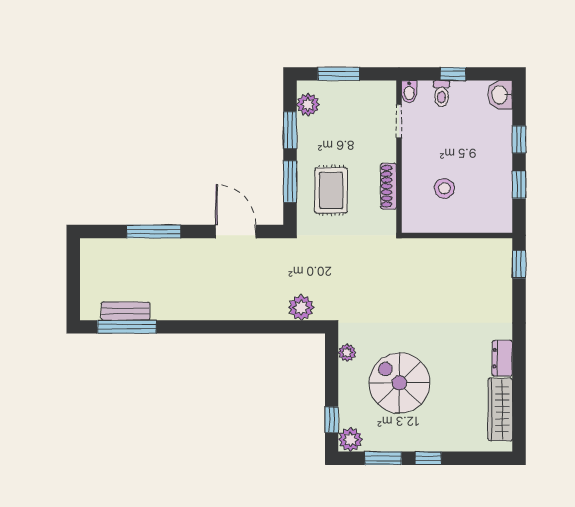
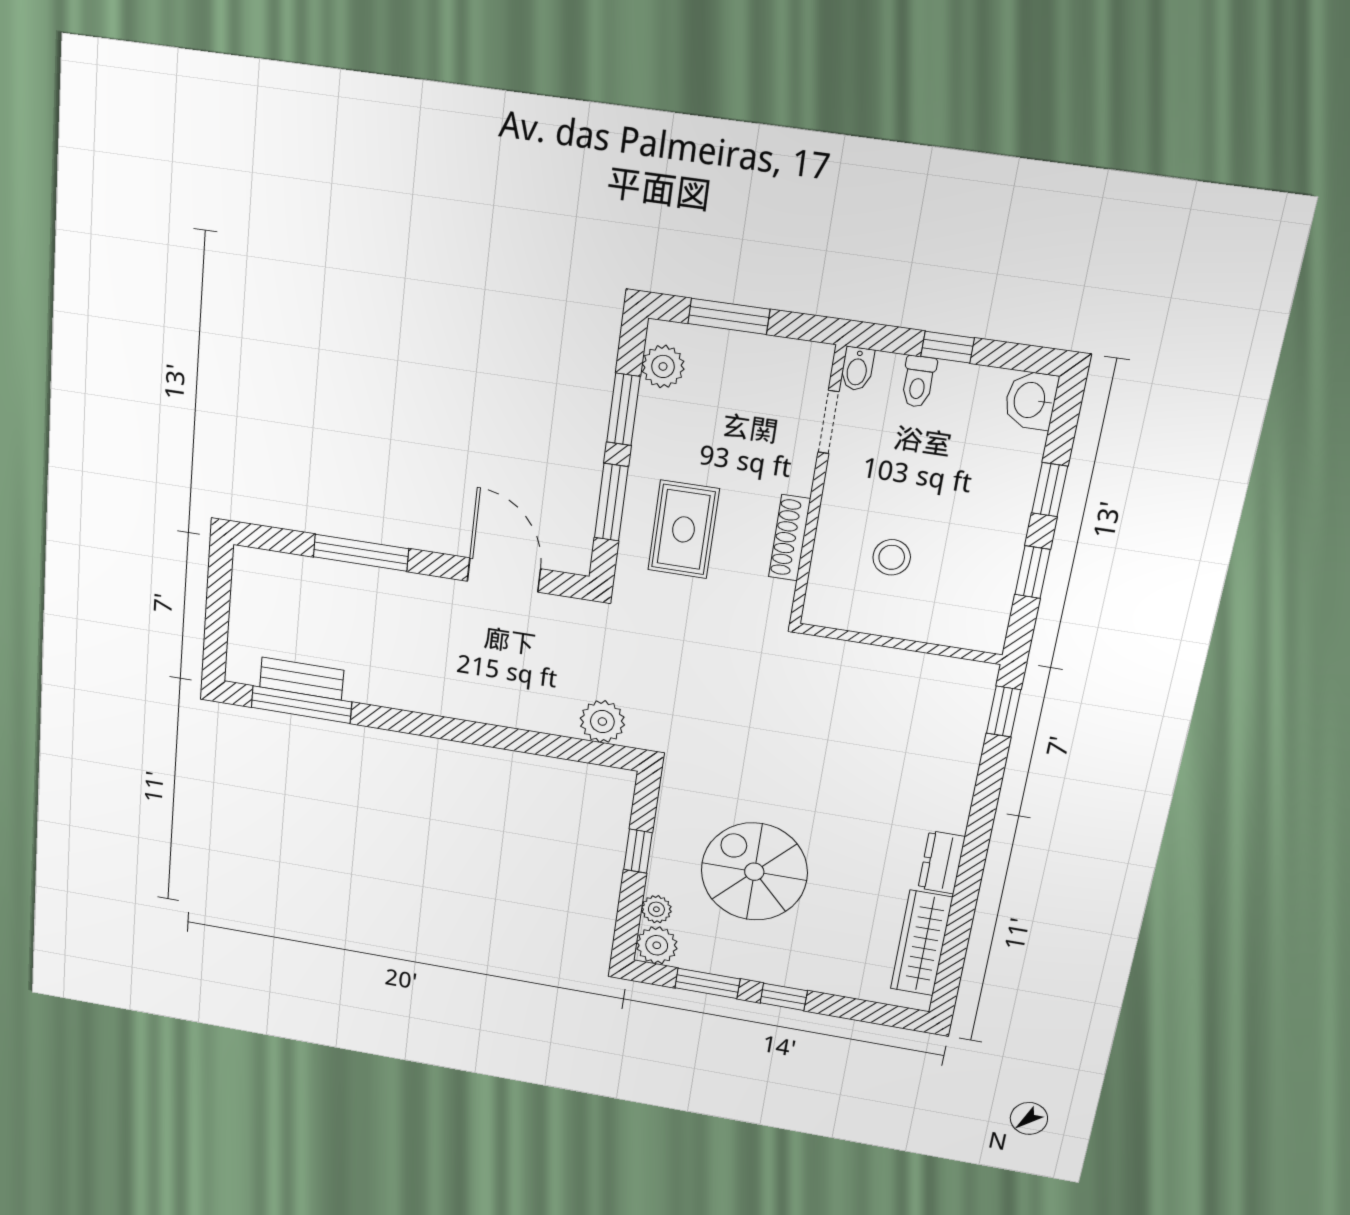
plant: (347, 353) -> (656, 909), moved
window: (332, 420) -> (638, 851), moved

